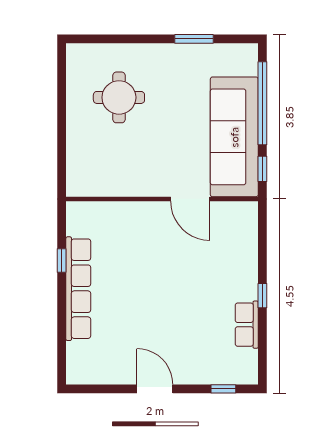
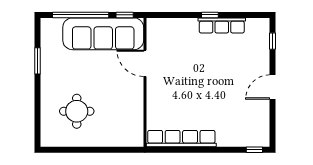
door: (190, 199) -> (145, 63), swing flipped
window: (62, 261) -> (254, 150), moved
row of seats: (78, 289) -> (181, 139), moved
row of seats: (247, 325) -> (222, 25), width x1.48

